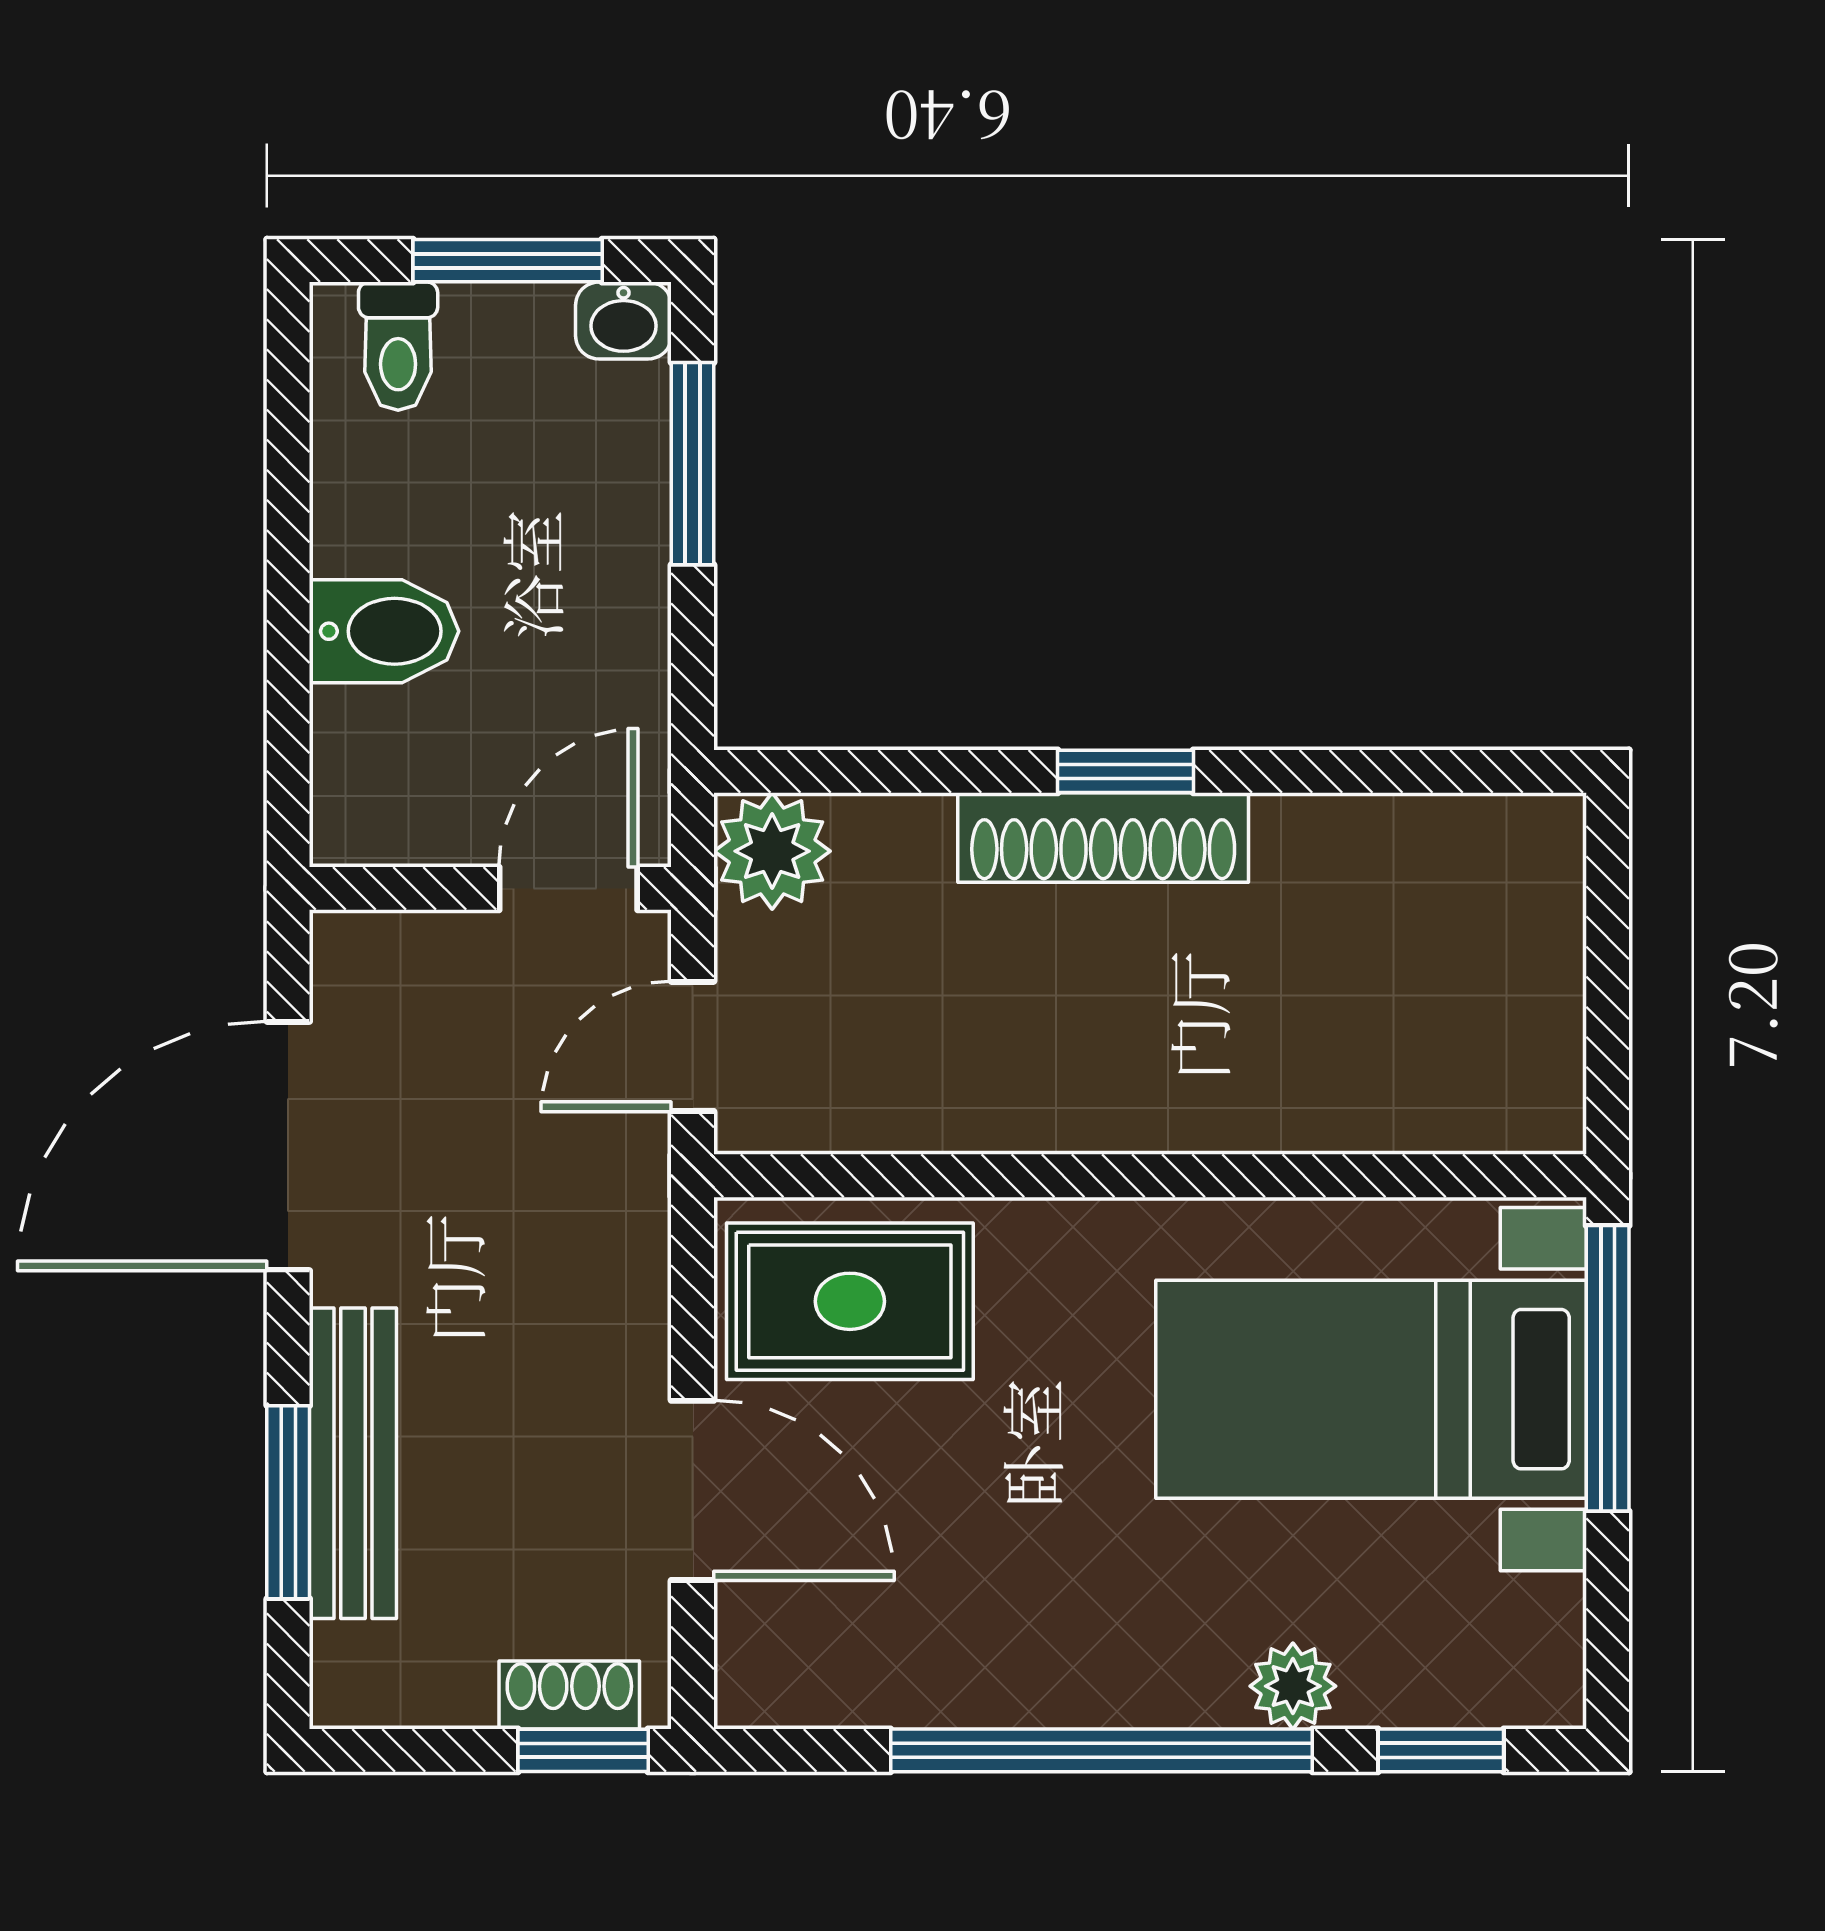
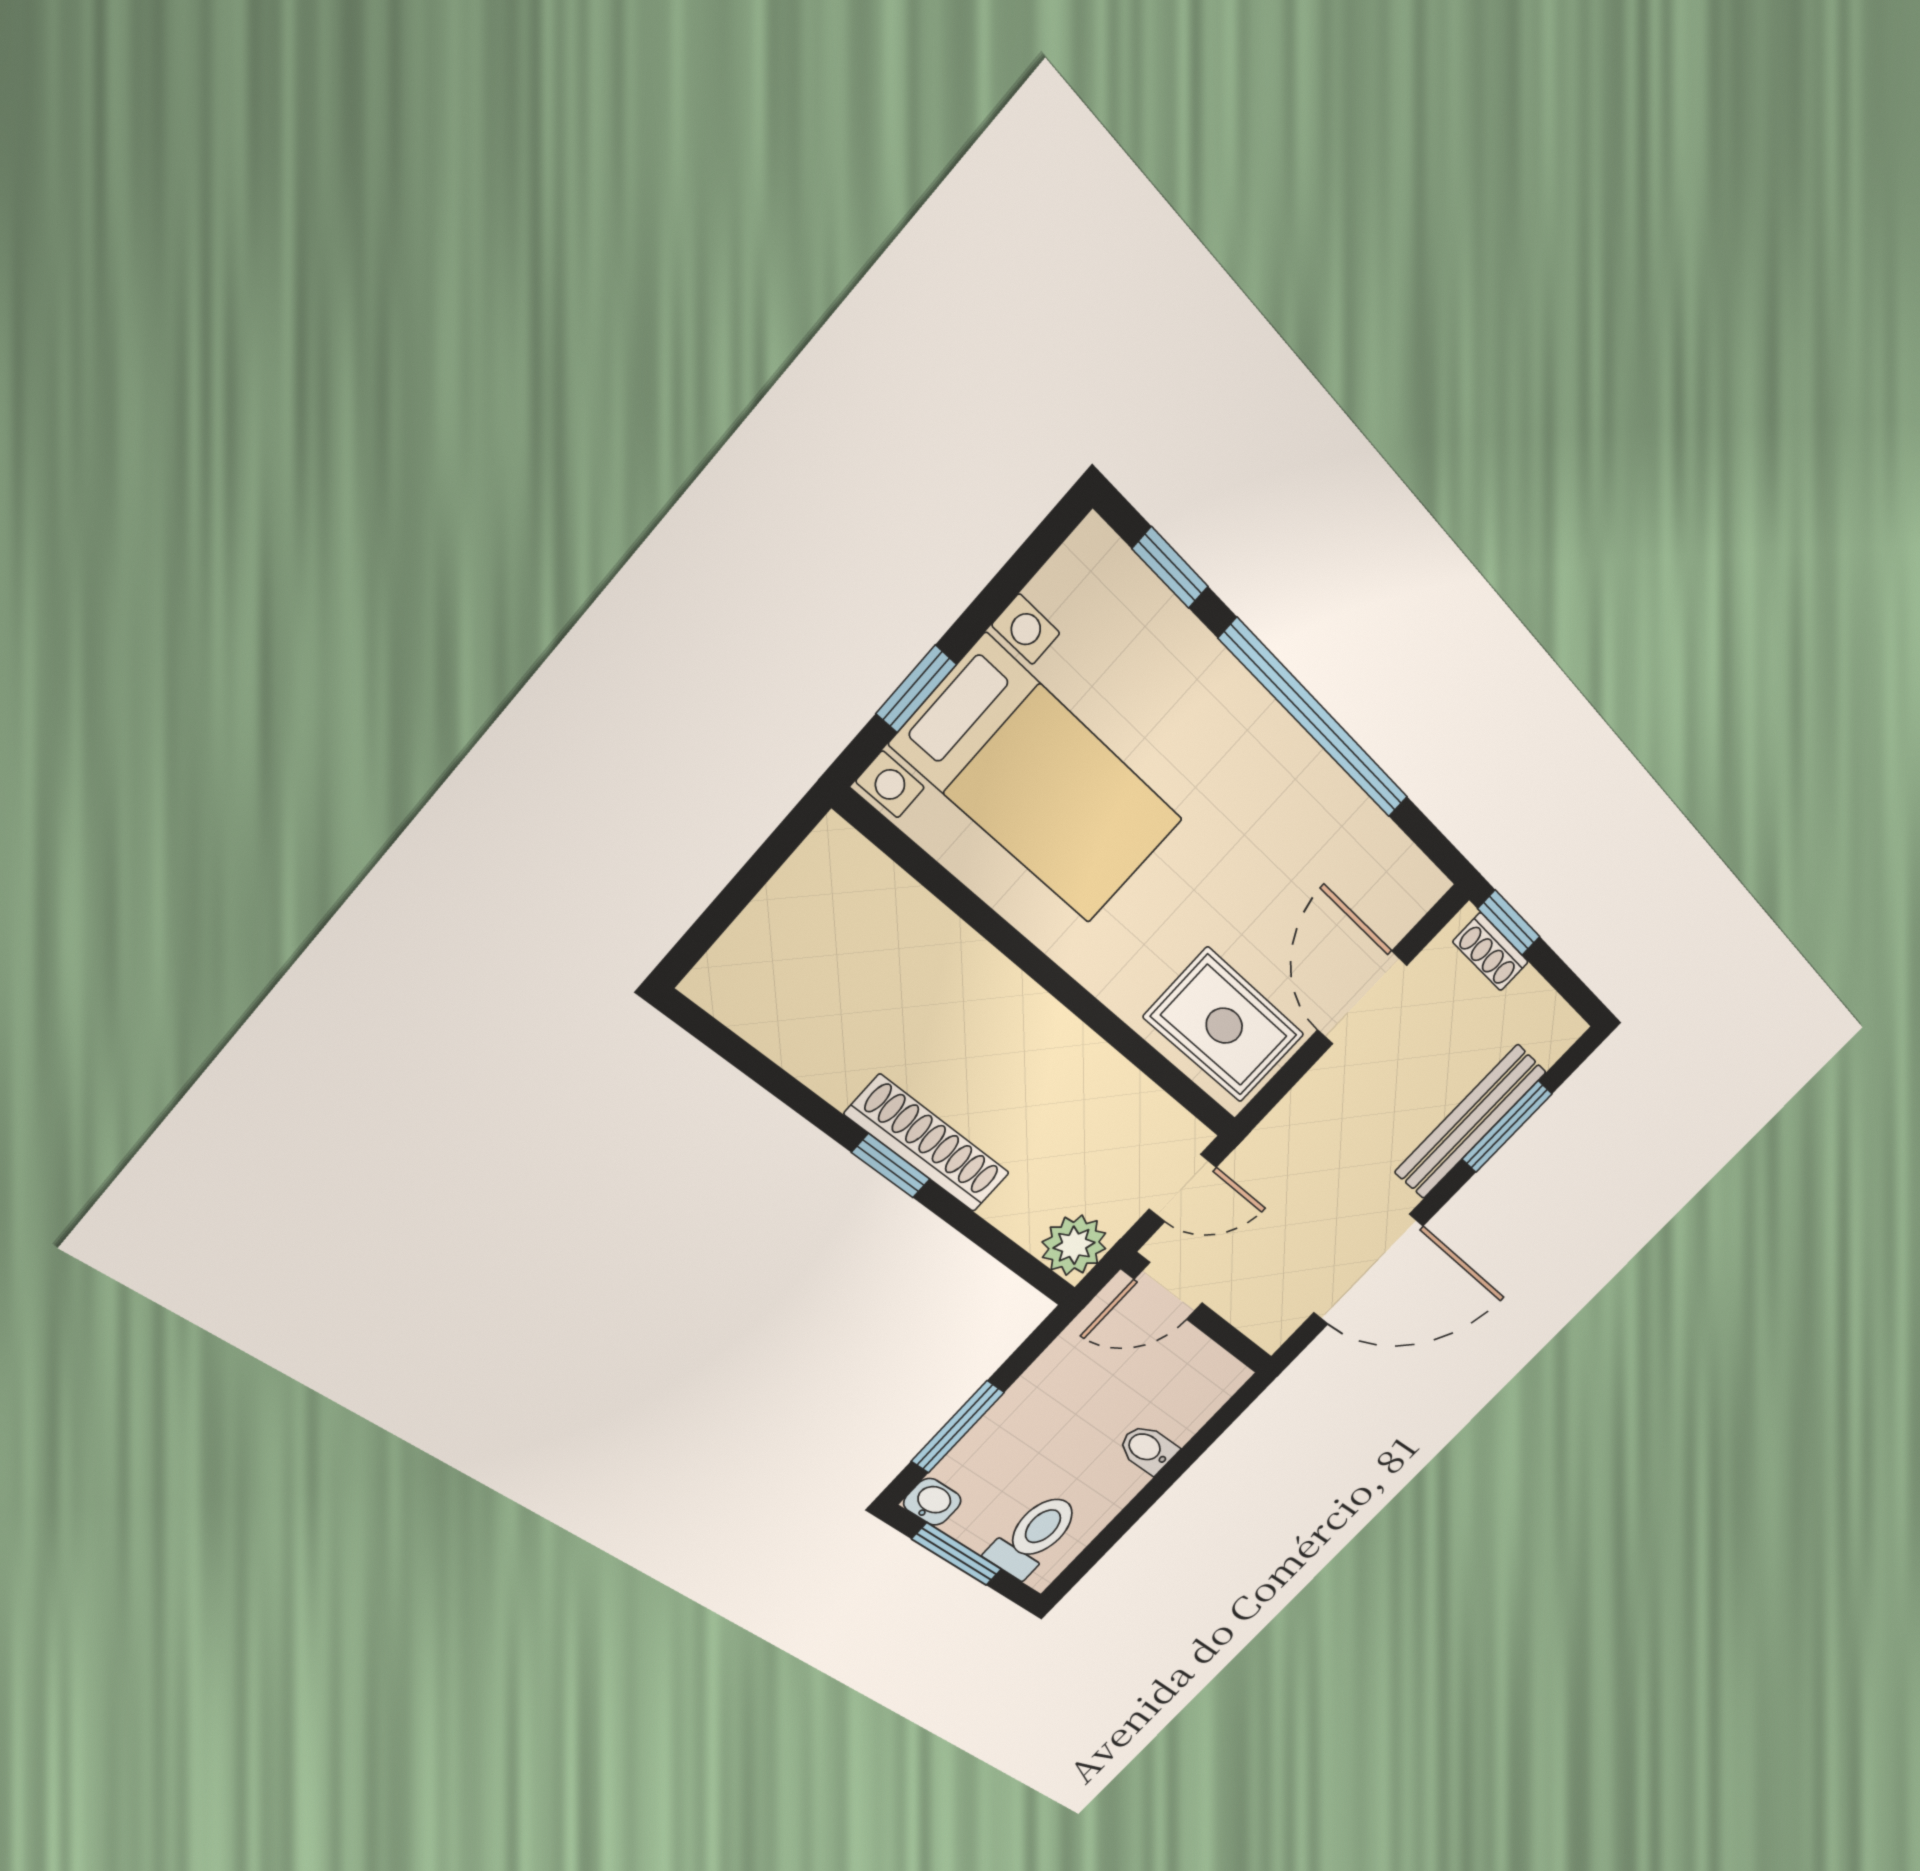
toilet: (398, 346) -> (1034, 1536), width x1.37, depth x1.39
bidet: (384, 631) -> (1147, 1449), width x0.72, depth x0.74
window: (1608, 1368) -> (916, 689), width x0.46
plant: (1293, 1686) -> (1207, 669), removed

